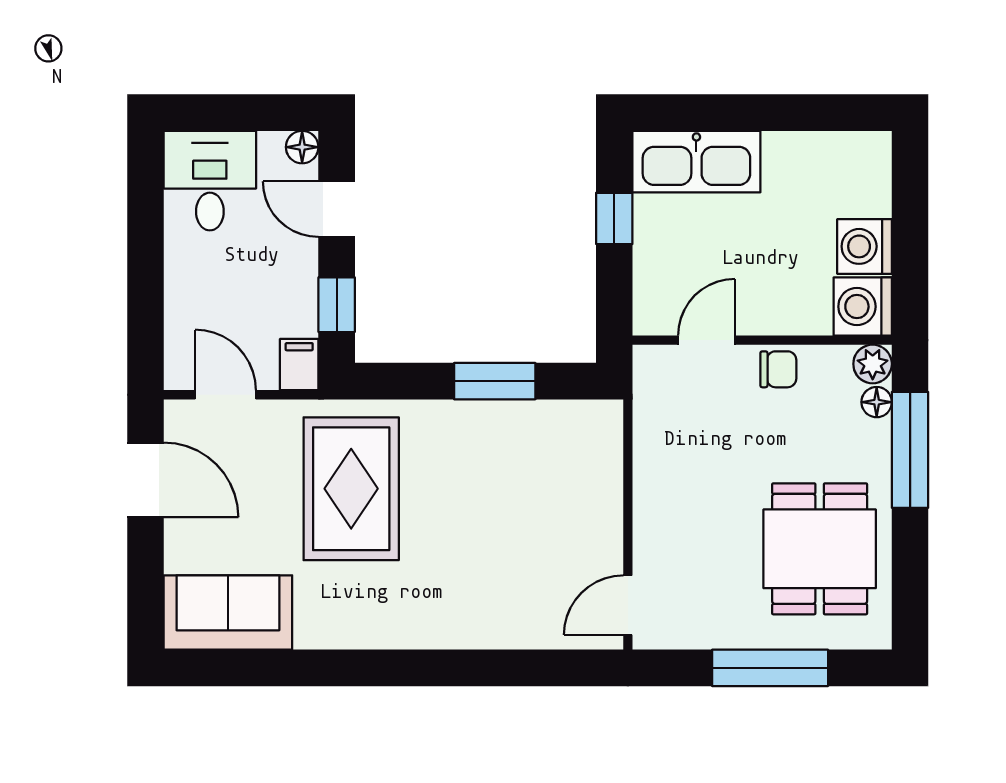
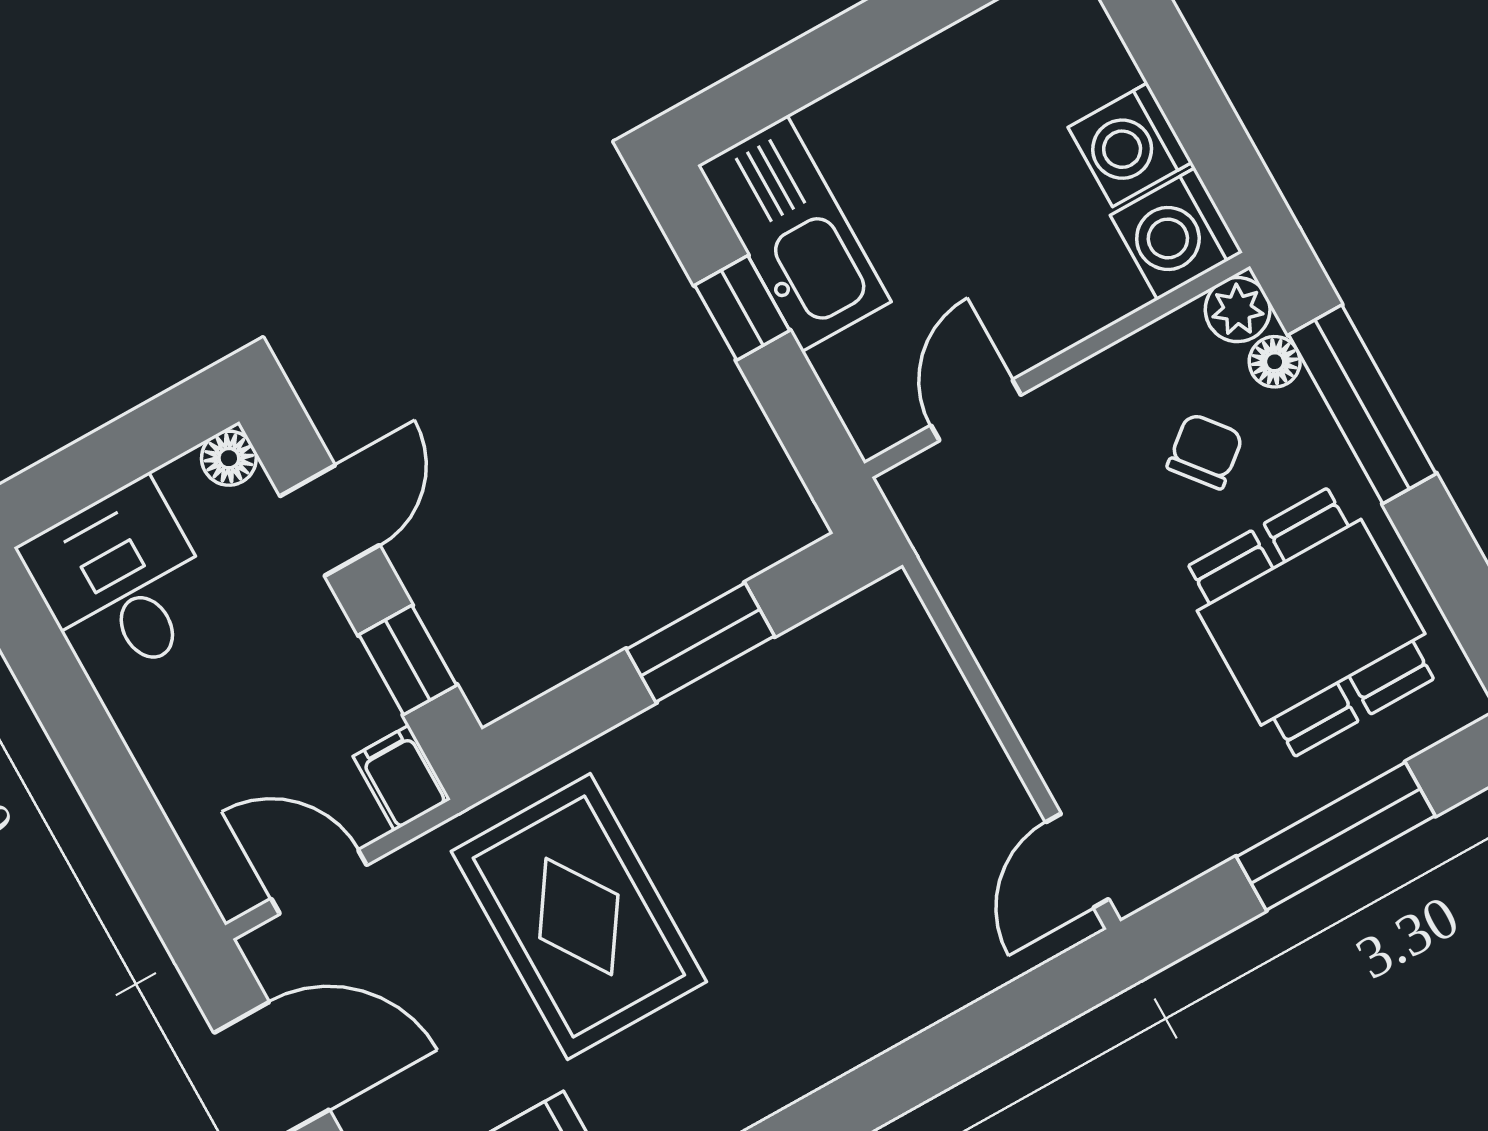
kitchen sink: (696, 162) -> (794, 234), moved, turned -90
door: (337, 209) -> (330, 521), swing flipped
chair: (778, 369) -> (1205, 451), moved, turned -39

